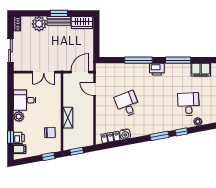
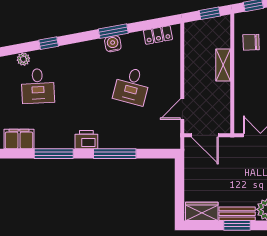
door: (80, 72) -> (205, 135), hinge flipped
door: (94, 89) -> (182, 109), swing flipped
desk: (127, 104) -> (132, 86), turned 36
water cooler: (125, 134) -> (113, 44), moved
window: (159, 136) -> (113, 31), moved

